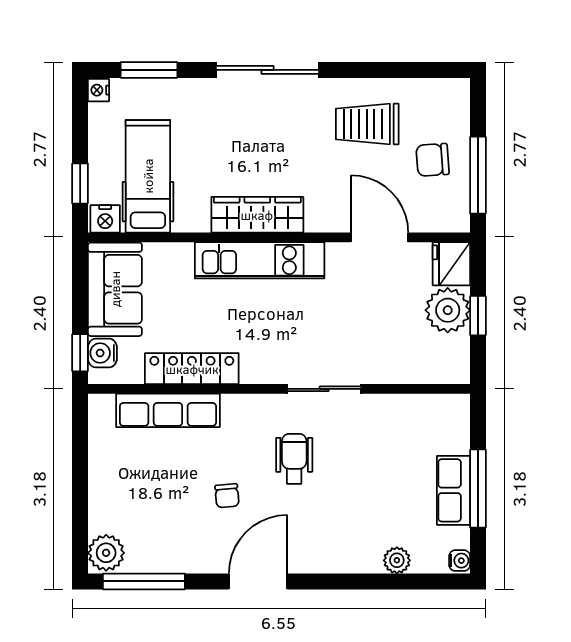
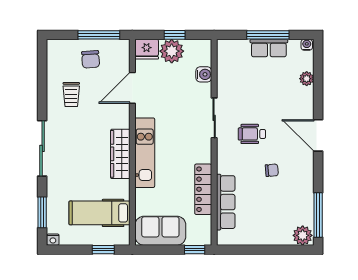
trolley: (367, 124) -> (71, 95), width x0.73, depth x0.72
nightstand: (105, 219) -> (122, 236), removed
water cooler: (102, 353) -> (204, 74), moved, turned -90
door: (258, 581) -> (318, 135), moved

